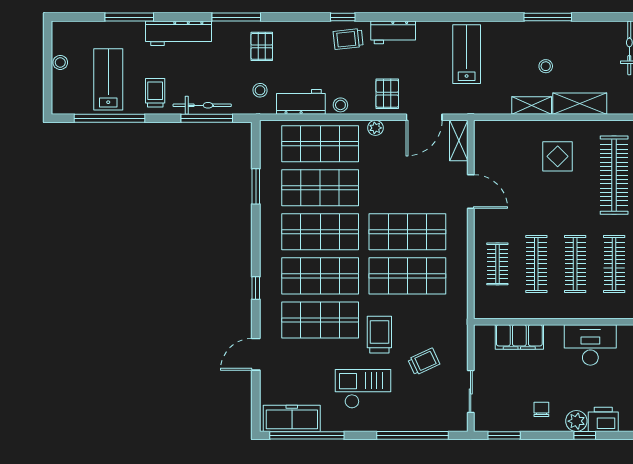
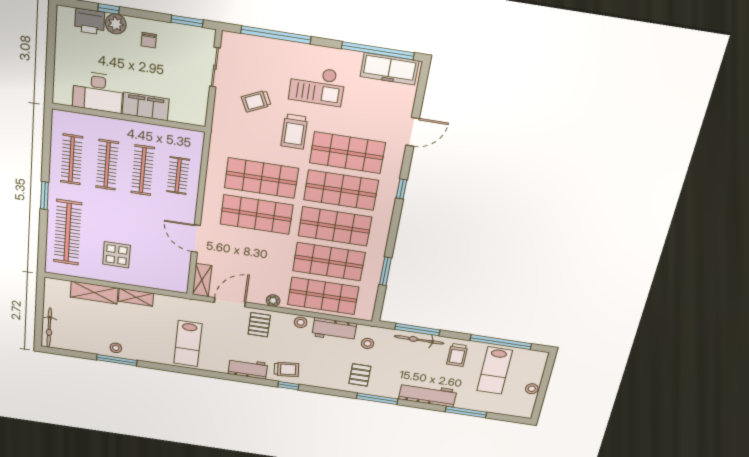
stool: (546, 66) -> (116, 348), moved
filing cabinet: (519, 337) -> (146, 107), moved

